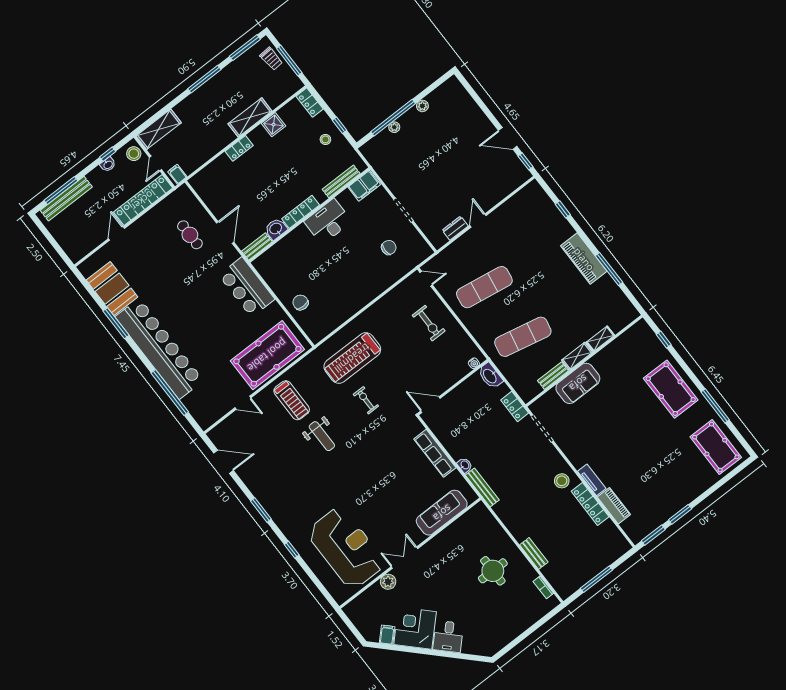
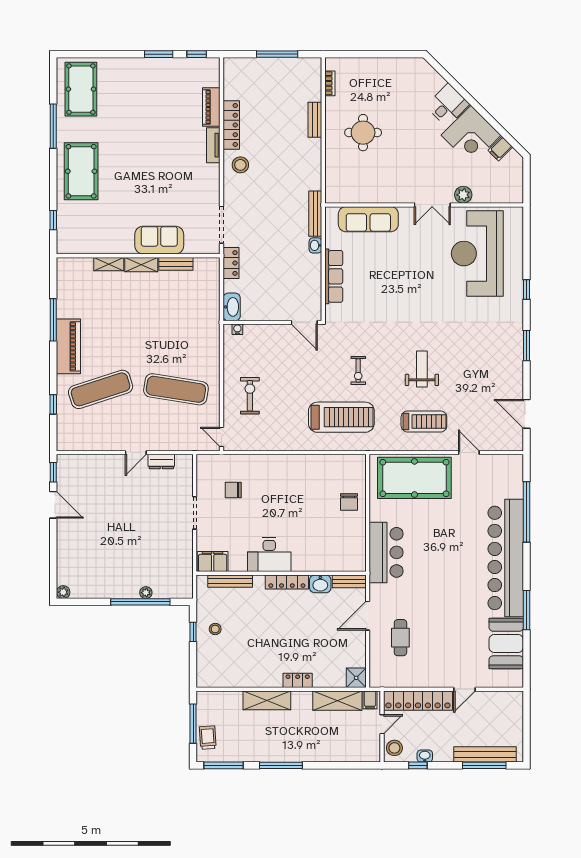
locker: (310, 103) -> (204, 672), removed
plant: (422, 106) -> (63, 592), moved
shower: (273, 125) -> (356, 678), moved
shelving: (159, 129) -> (337, 701), moved
exercise mat: (523, 337) -> (101, 389), moved, turned -30
treadmill: (292, 400) -> (424, 422), turned 90
window: (653, 535) -> (197, 54), width x0.67

